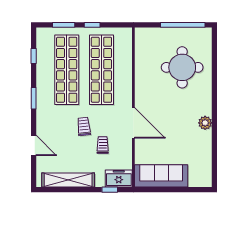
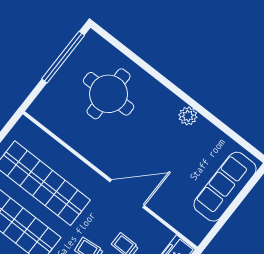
sofa: (161, 176) -> (225, 187), moved

